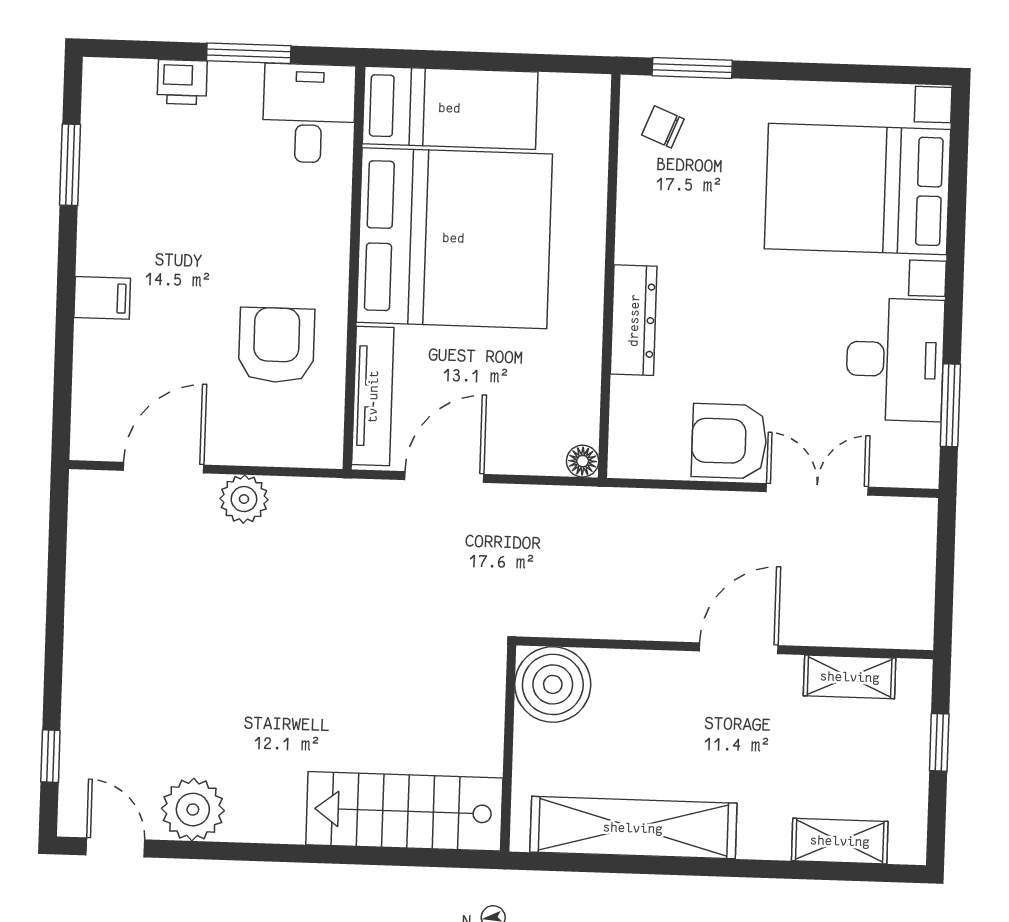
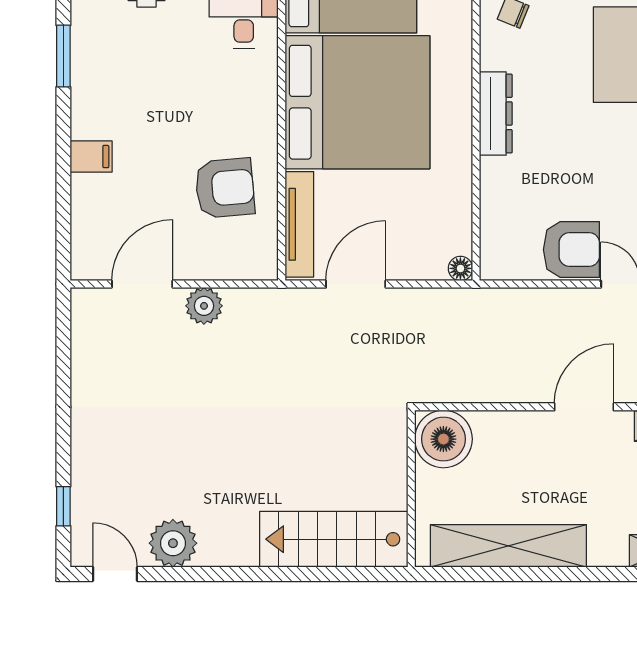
dresser: (634, 320) -> (496, 114), moved
armchair: (276, 345) -> (225, 188), turned 85
armchair: (729, 441) -> (571, 250), turned 180

